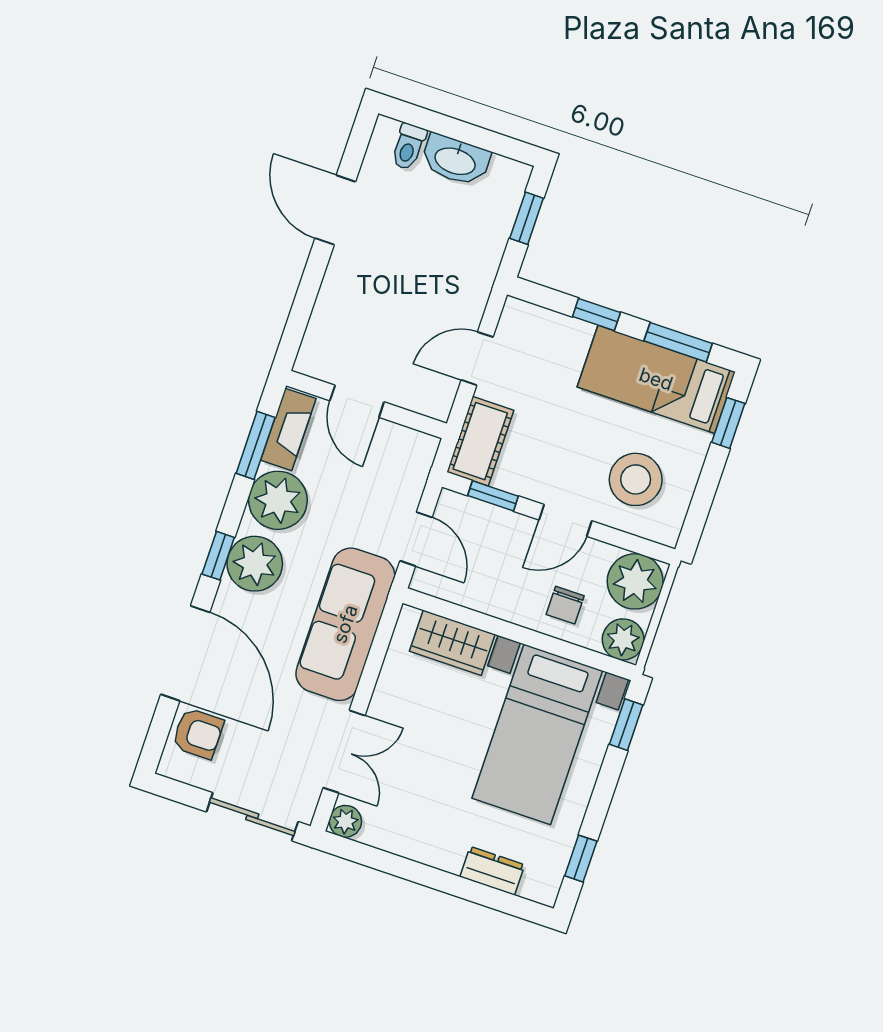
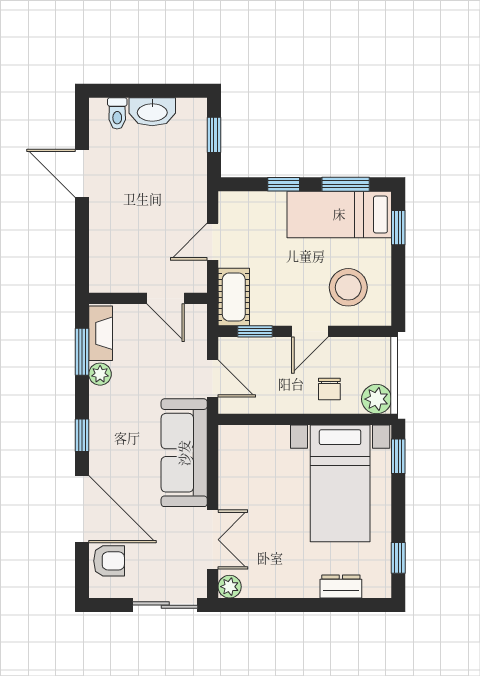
door: (357, 401) -> (166, 298), moved
plant: (278, 500) -> (100, 374), width x0.53, depth x0.53
plant: (255, 564) -> (109, 432), removed
plant: (635, 581) -> (371, 357), removed
wardrobe: (452, 643) -> (261, 441), removed

